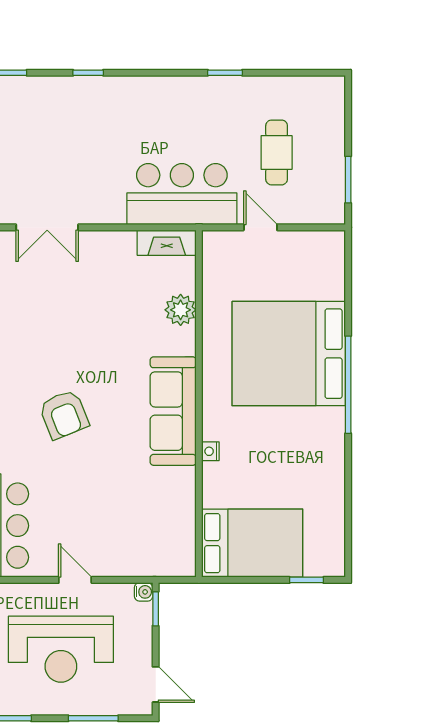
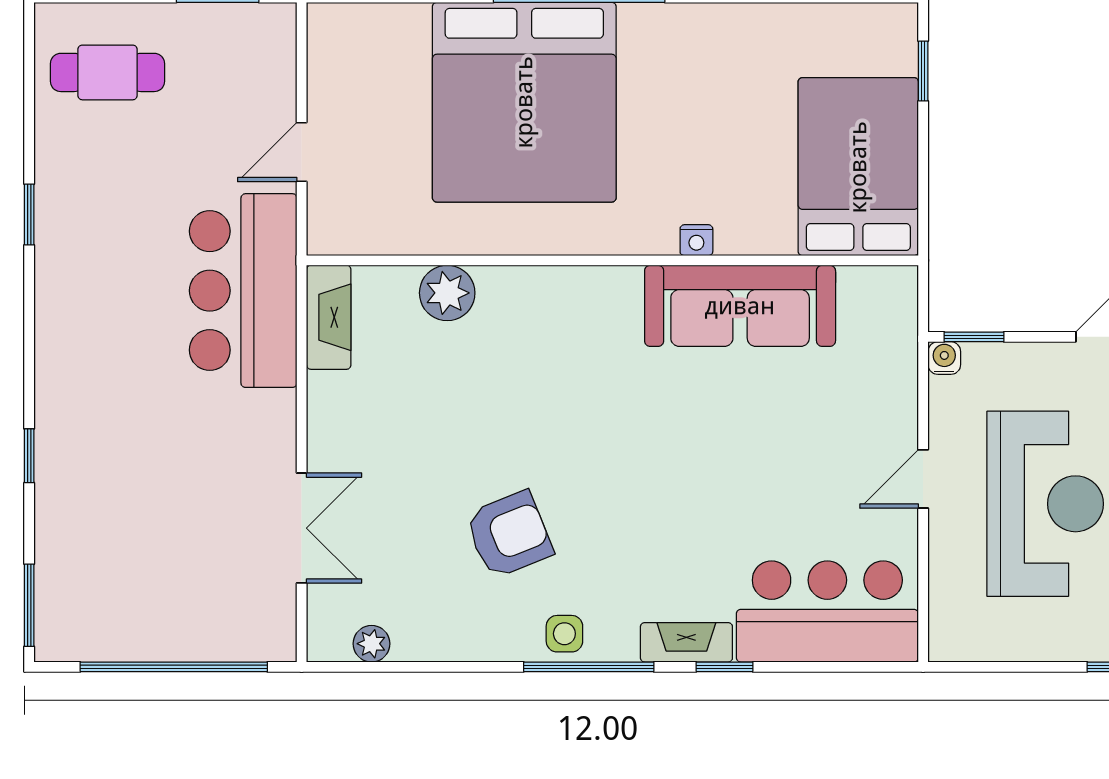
cafe table: (277, 152) -> (108, 72), moved
sofa: (173, 411) -> (740, 306), moved
armchair: (64, 414) -> (509, 534), moved

